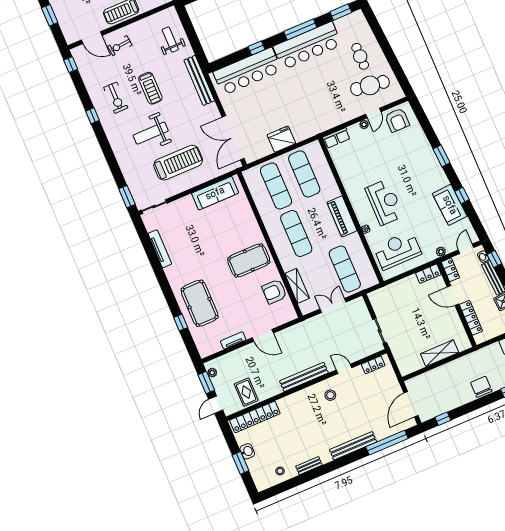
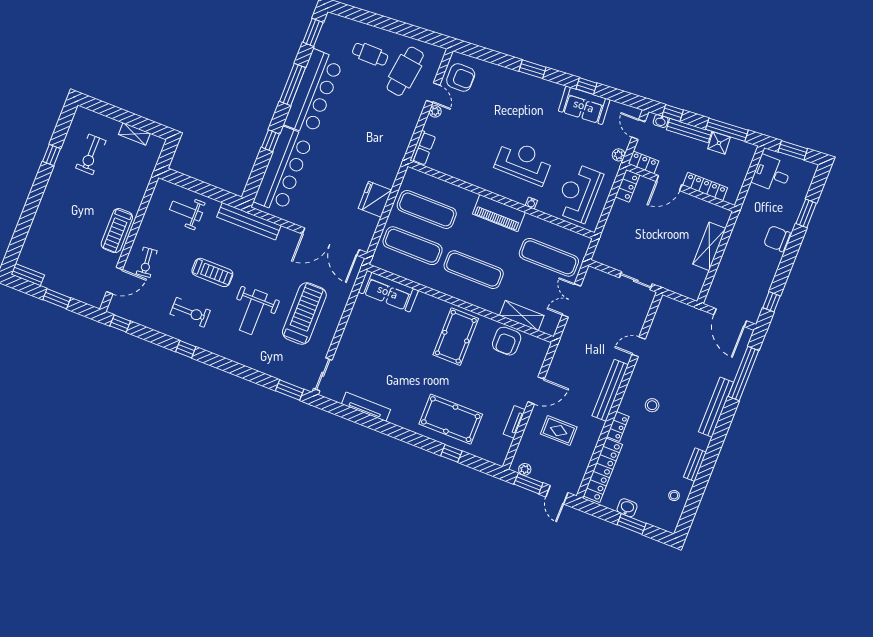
sofa: (215, 193) -> (388, 291), moved, turned 90
locker: (373, 365) -> (618, 427), moved
rug: (246, 392) -> (559, 431), moved
stool: (330, 395) -> (652, 405), moved

